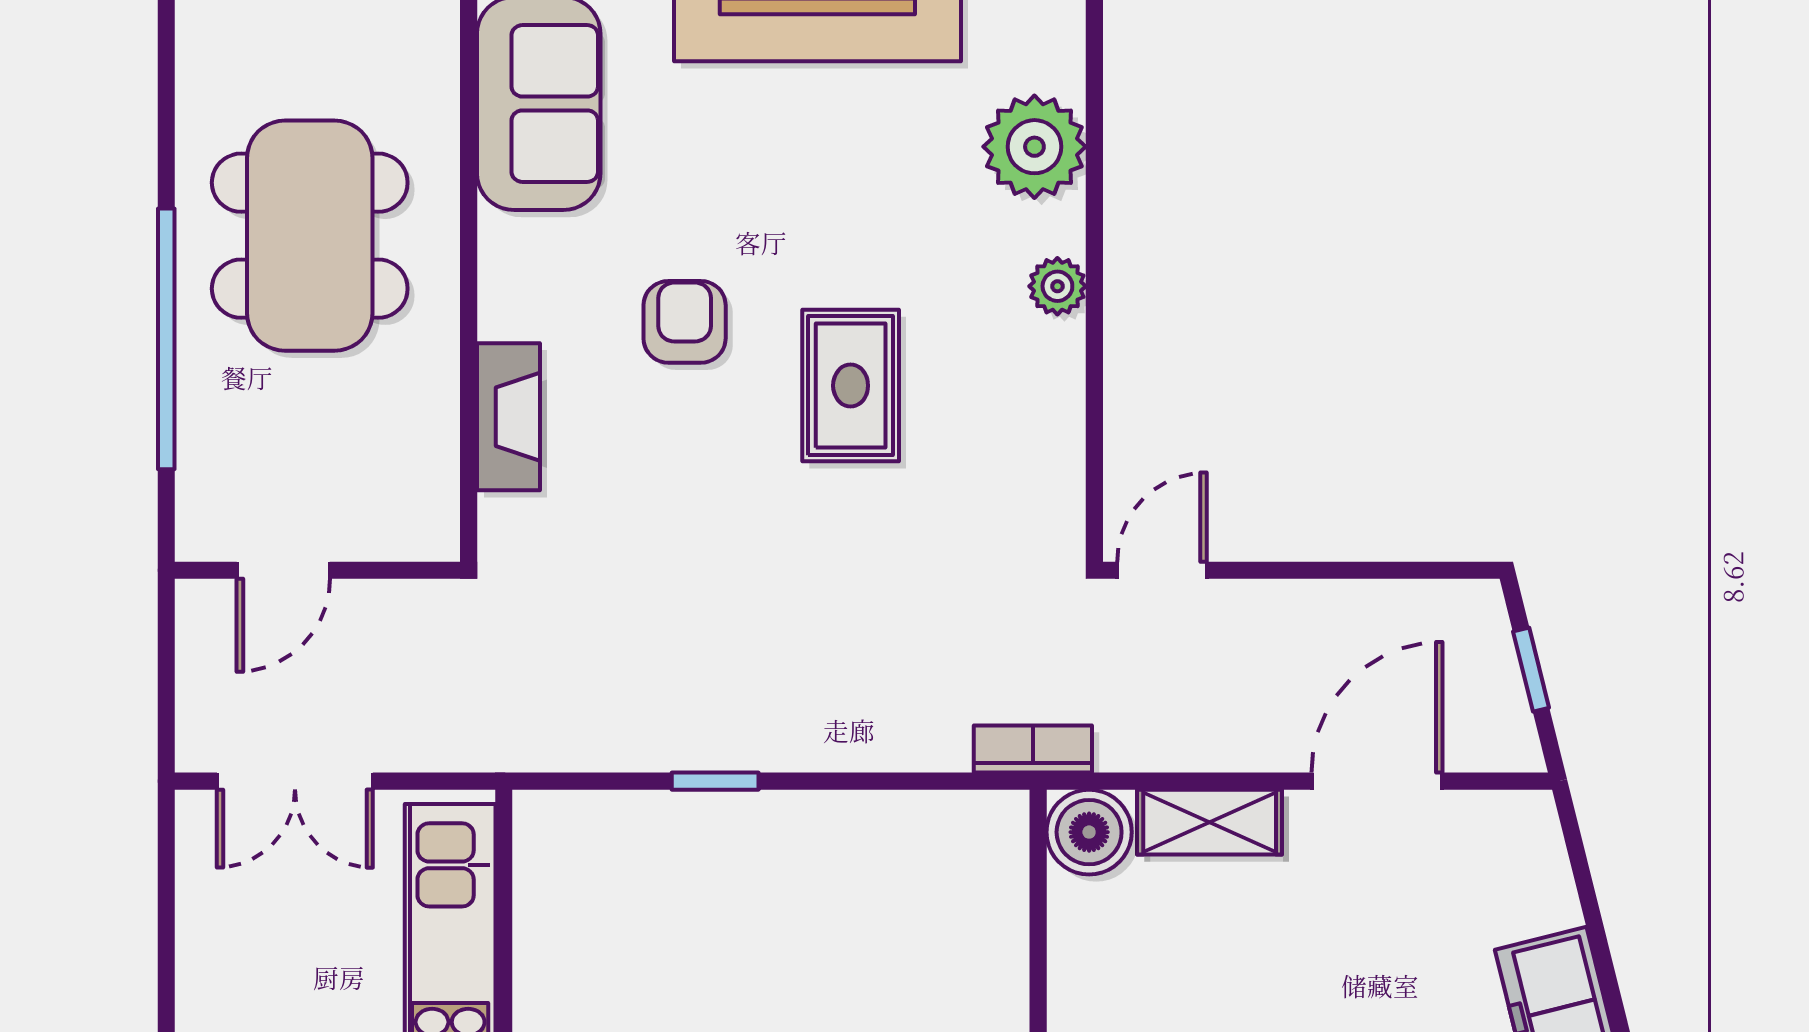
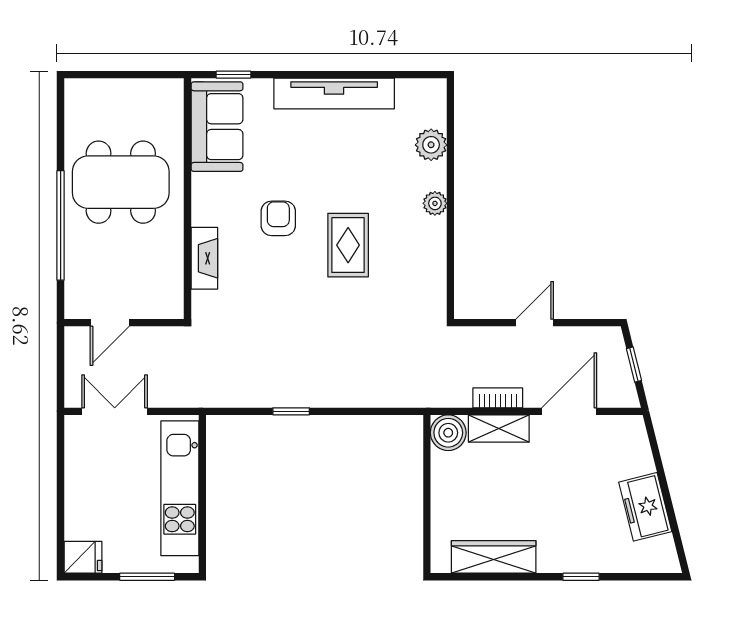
plant: (1034, 147) -> (431, 145), width x0.73, depth x0.73
dining table: (310, 236) -> (121, 182), turned 90
door: (1162, 570) -> (535, 323), moved
bookcase: (1033, 749) -> (498, 398), moved
double door: (295, 781) -> (115, 411), swing flipped

